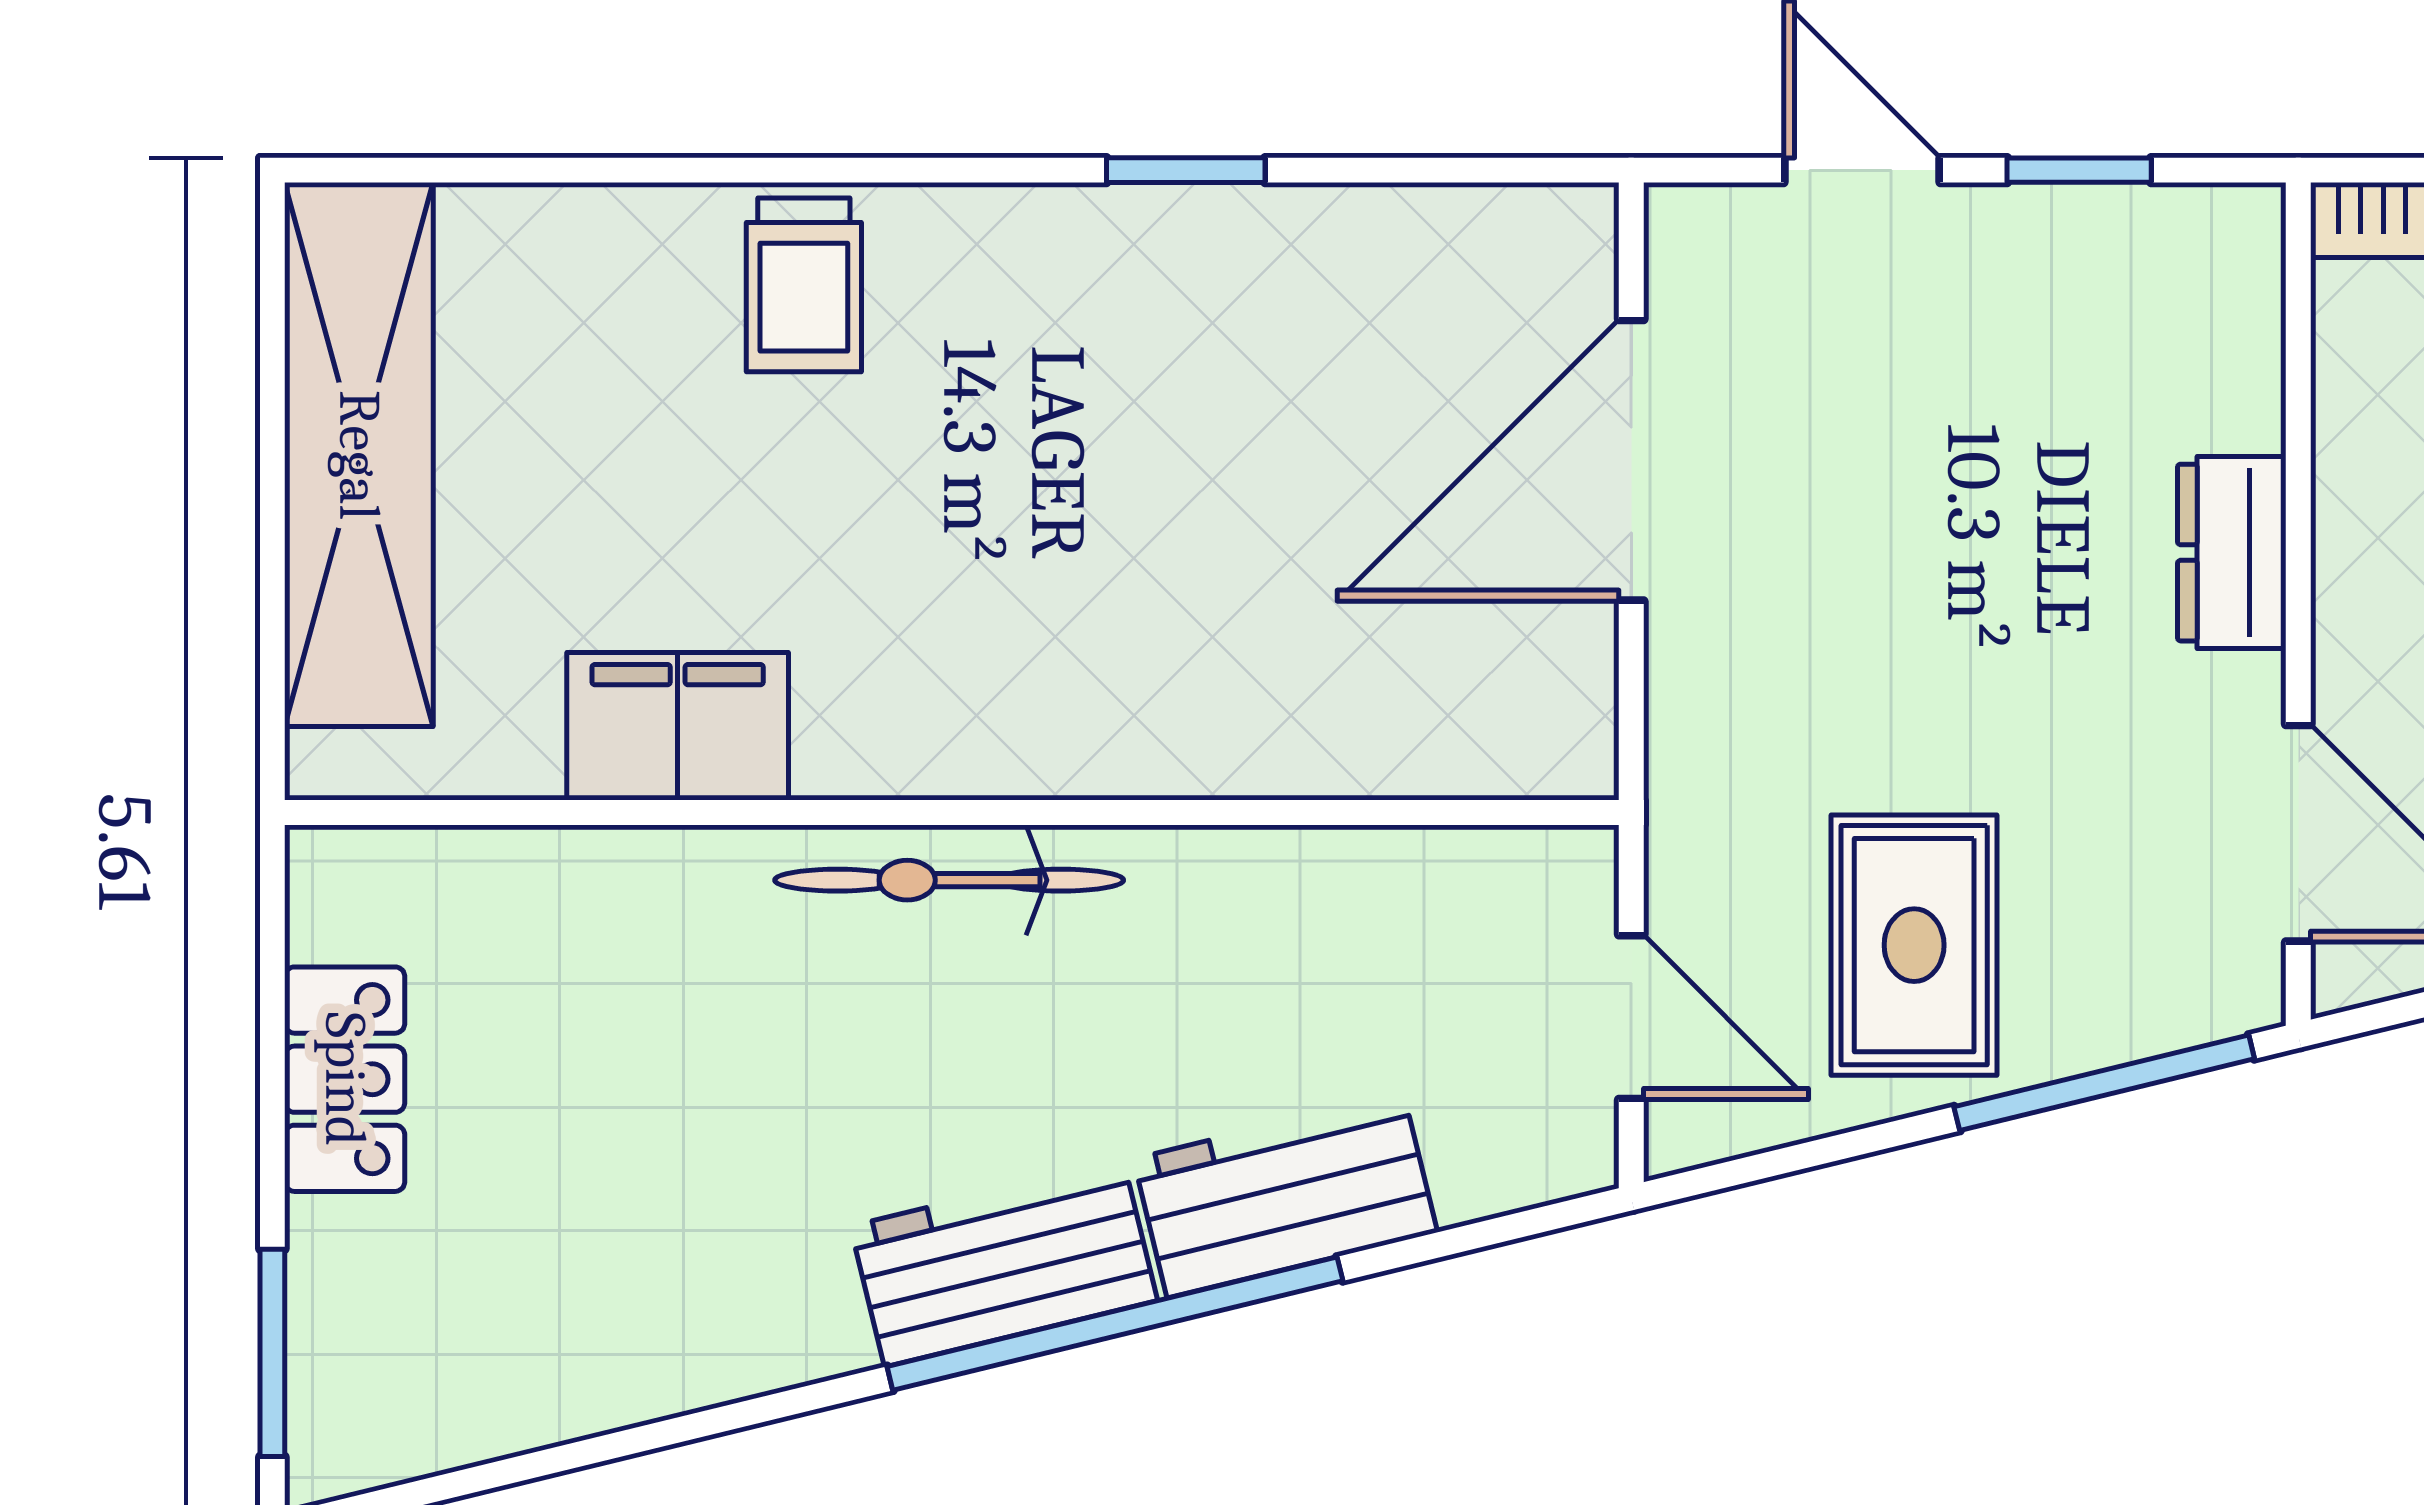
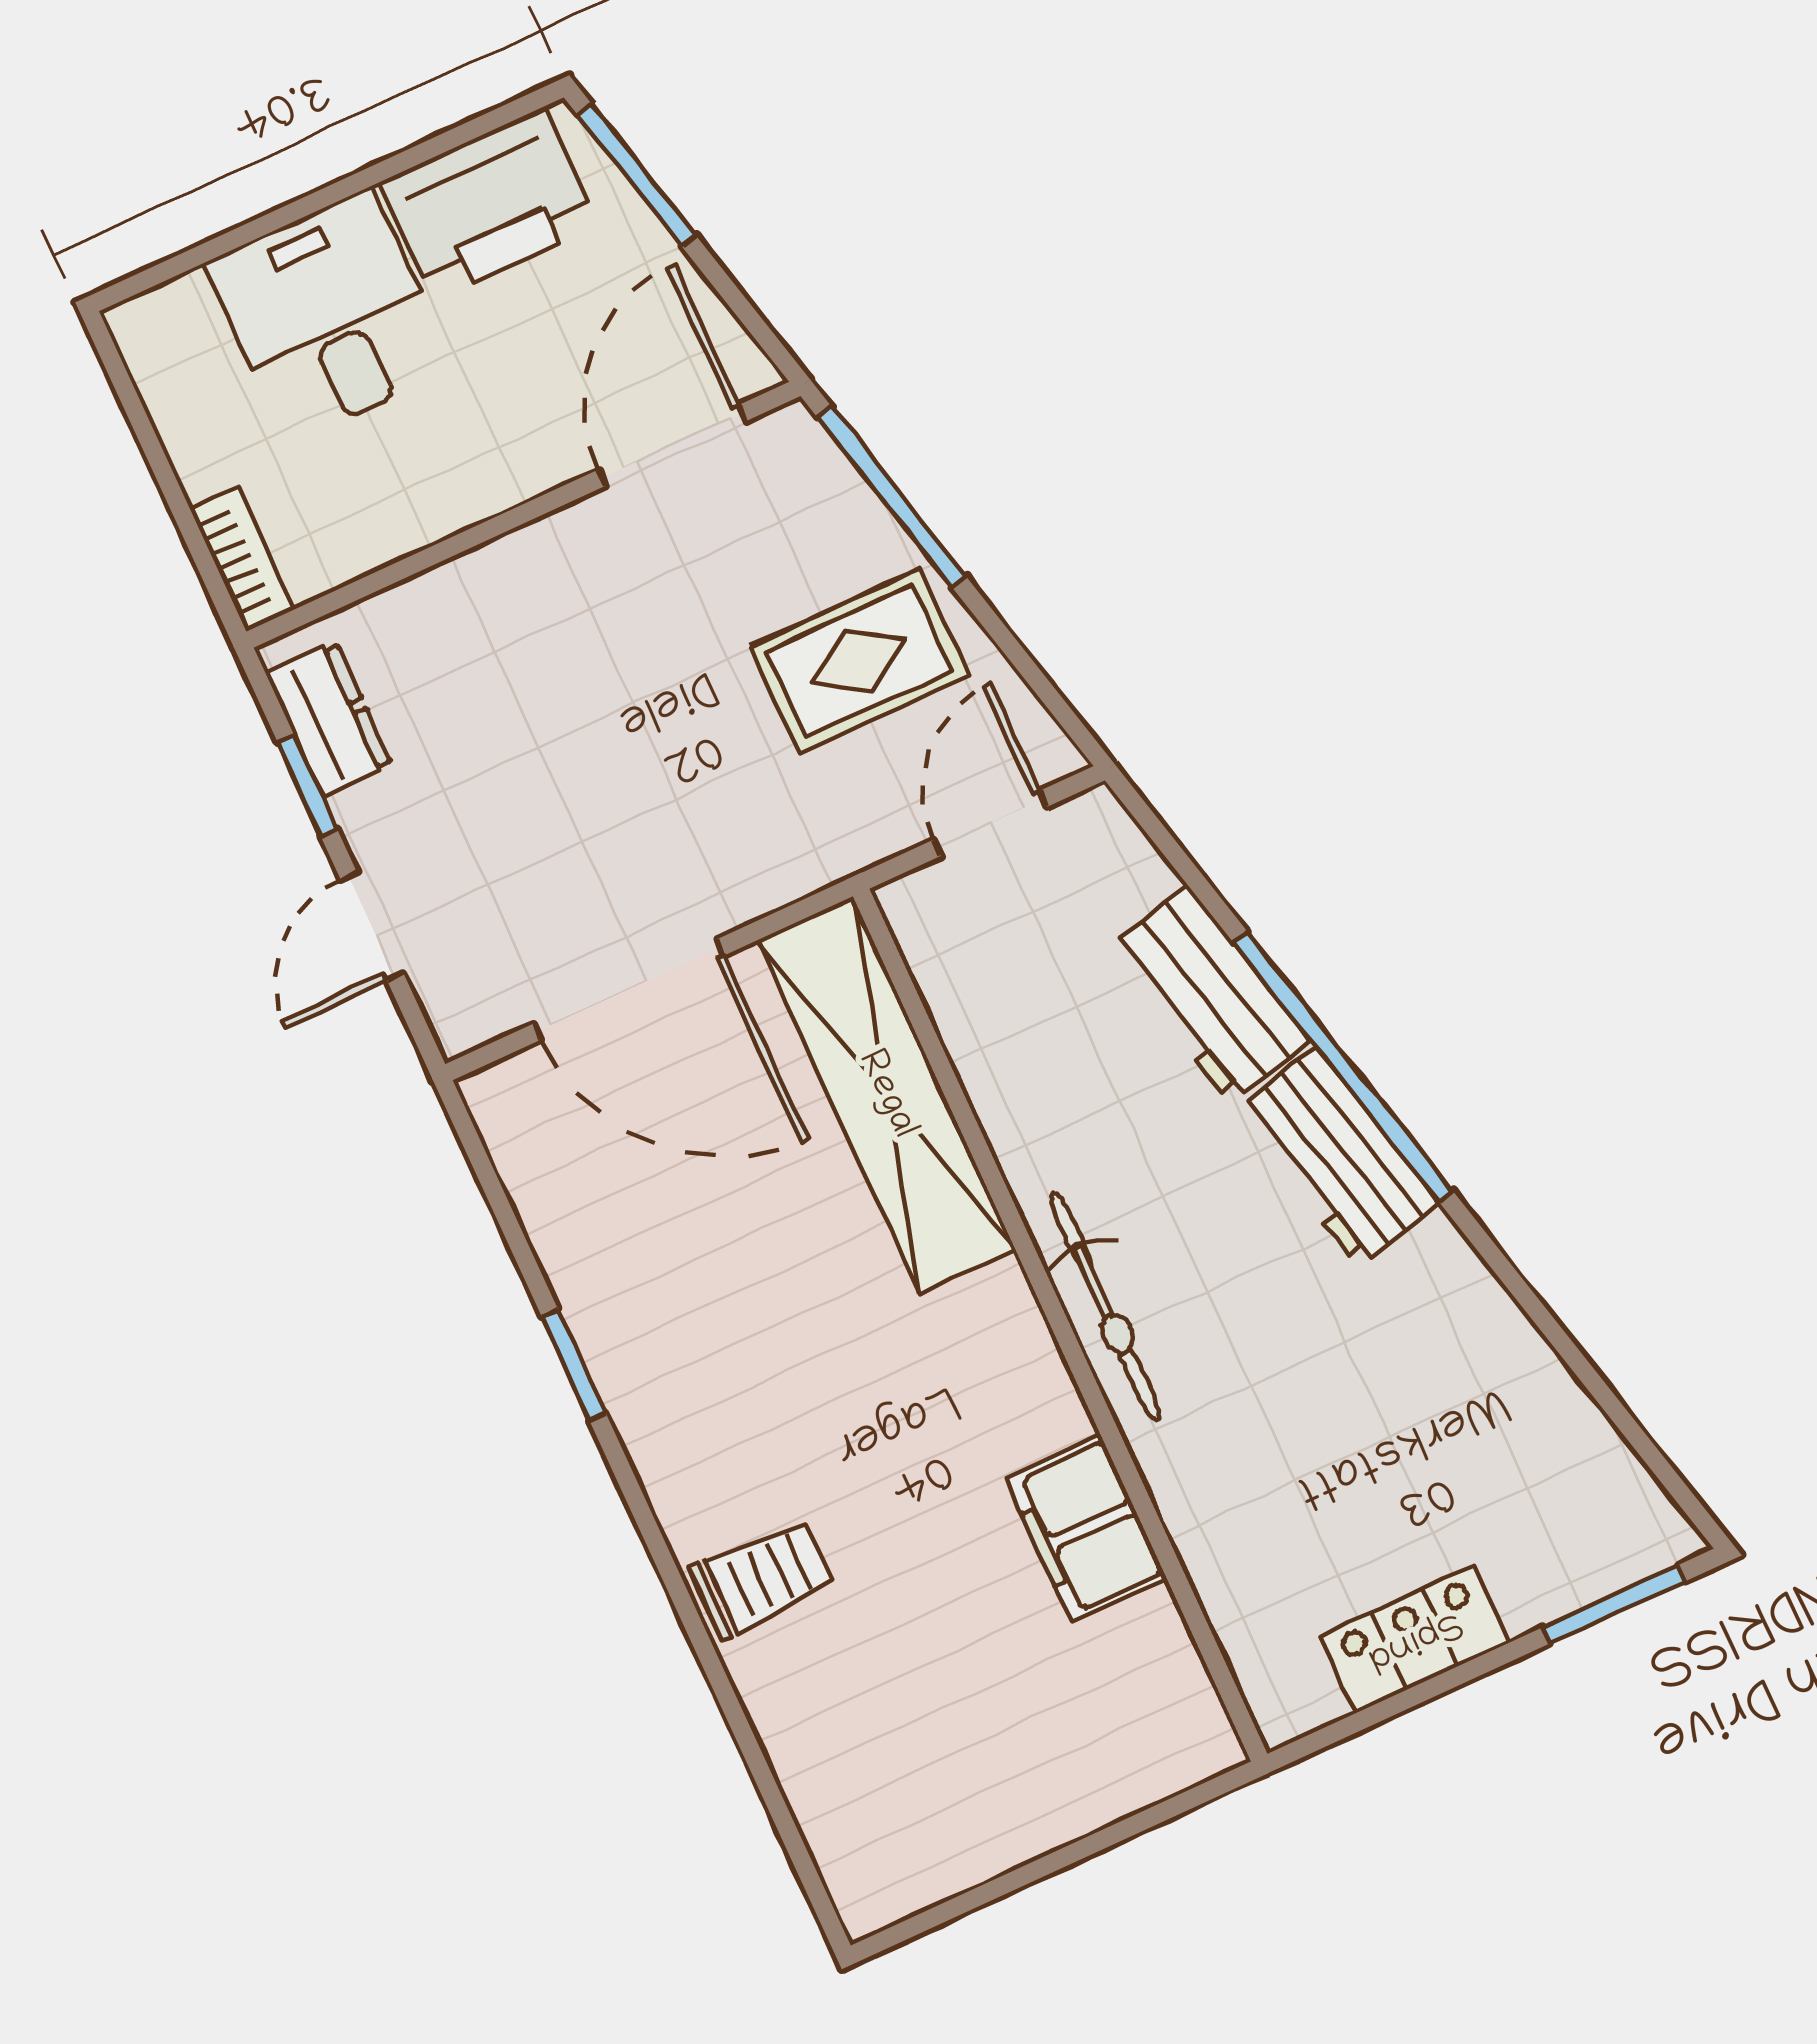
shelving: (359, 455) -> (886, 1095), moved, turned 90
dresser: (2232, 553) -> (329, 719), moved, turned -90

